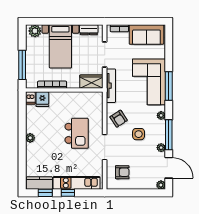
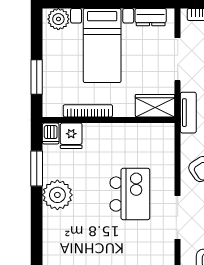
window: (22, 65) -> (37, 77), width x0.69
tv unit: (111, 86) -> (188, 113), width x0.71
window: (22, 118) -> (37, 168), added
plant: (30, 138) -> (57, 195), width x1.87, depth x1.87

